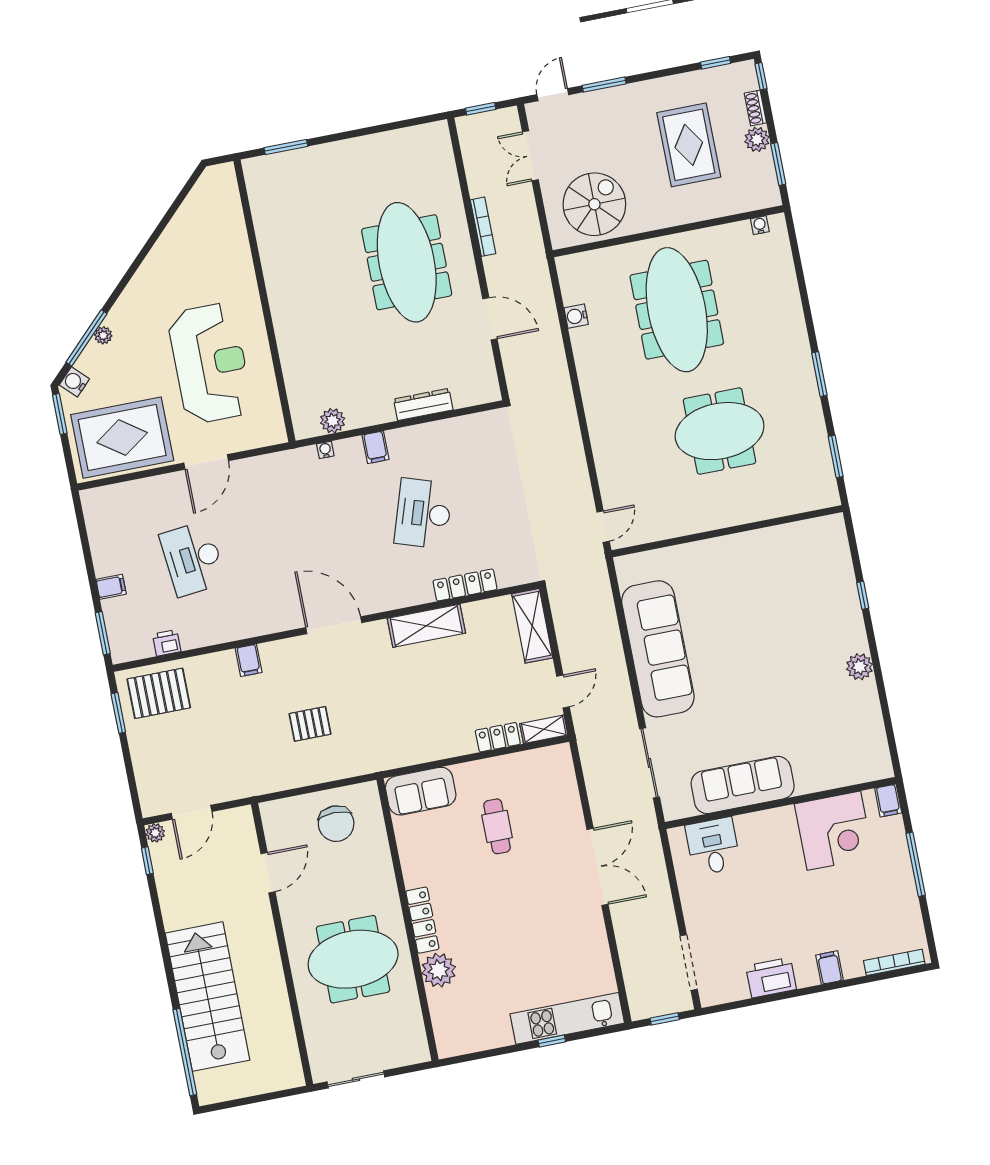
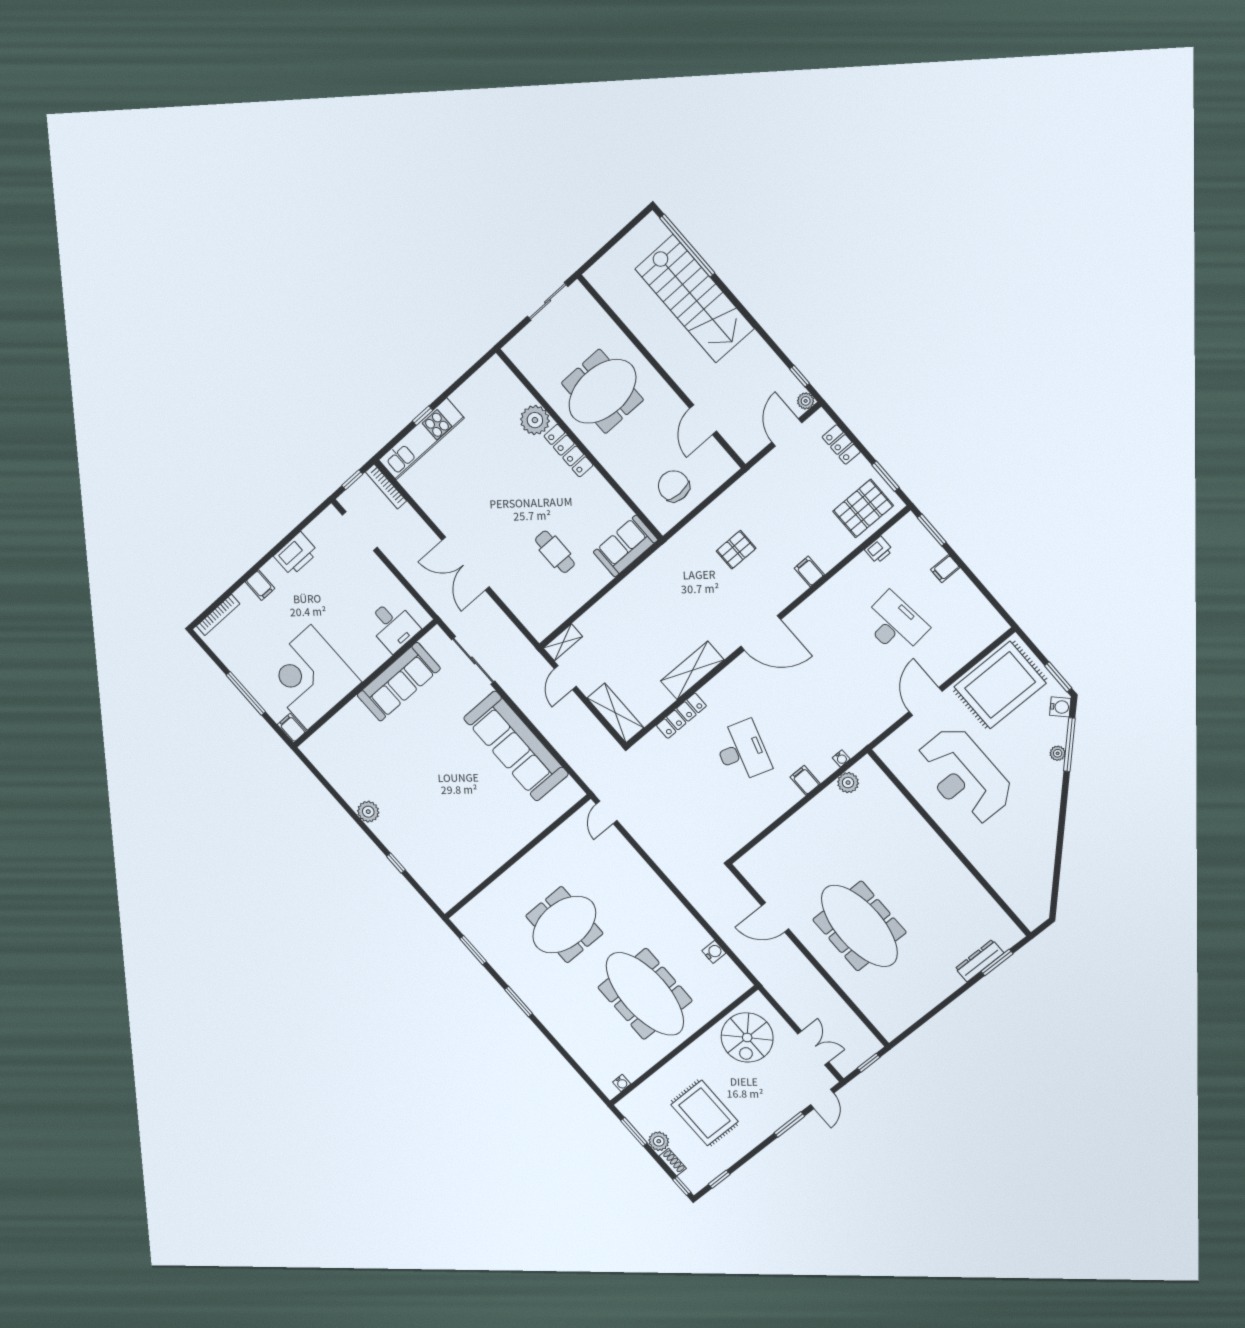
bookcase: (483, 227) -> (386, 486), moved
dresser: (423, 404) -> (980, 961), moved, turned 180
locker: (498, 737) -> (841, 444), moved, turned 90
corner desk: (834, 831) -> (309, 678), width x1.36, depth x1.36

